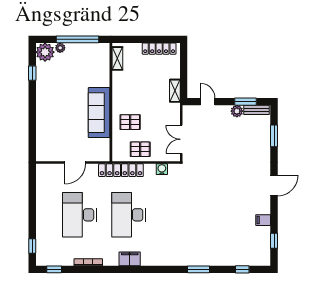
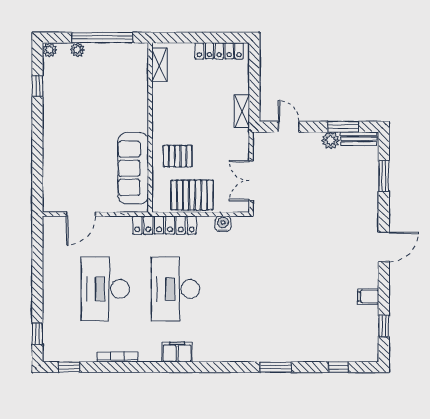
plant: (45, 52) -> (50, 50), width x0.53, depth x0.53
sofa: (99, 113) -> (133, 168), moved
pallet: (140, 149) -> (192, 195), width x1.50, depth x1.42
door: (75, 163) -> (81, 214), moved

